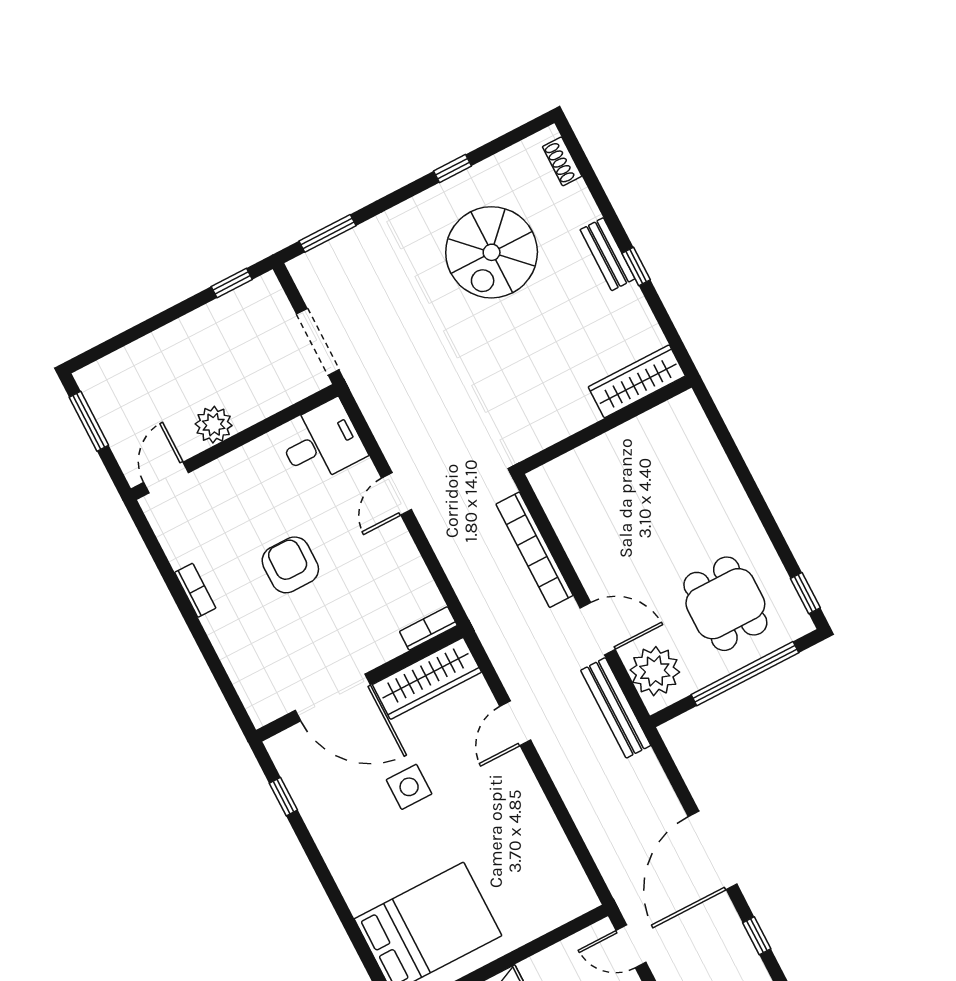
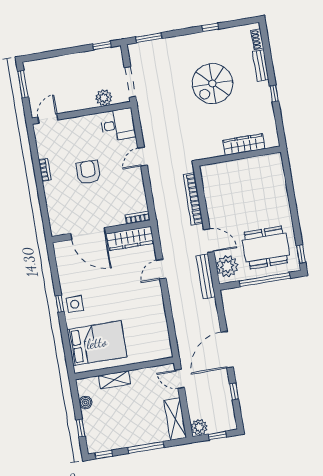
spiral stairs: (492, 252) -> (212, 84), moved
bench: (608, 254) -> (261, 65), moved
wardrobe: (637, 381) -> (244, 145), moved
plant: (214, 425) -> (104, 98), moved
dining table: (725, 604) -> (266, 248), width x1.38
side table: (409, 787) -> (75, 304), moved
window: (283, 797) -> (60, 304), moved

